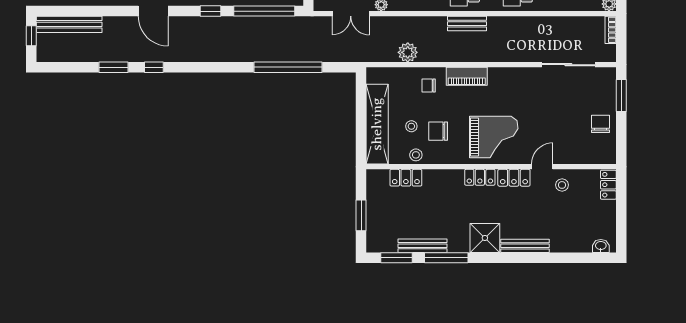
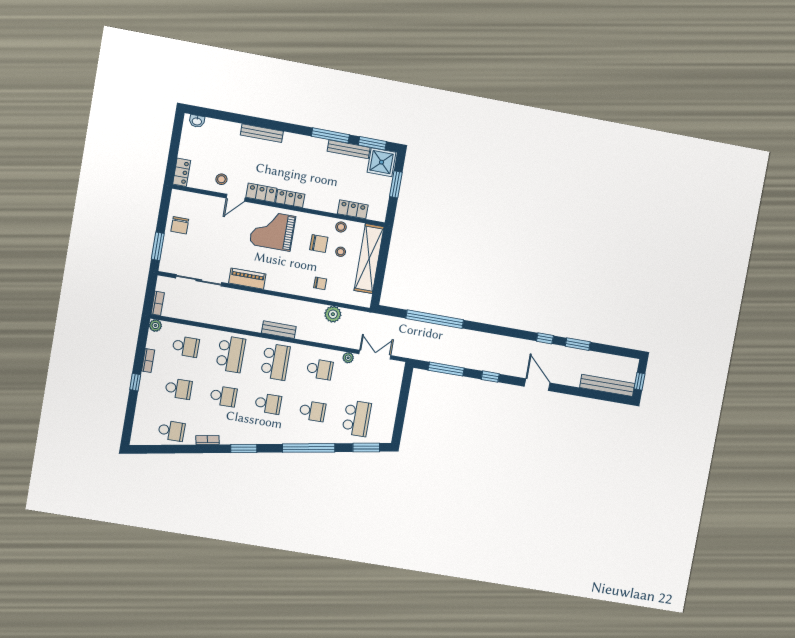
window: (264, 11) -> (446, 369), width x0.68
piano: (467, 76) -> (247, 279), moved
shower: (485, 238) -> (382, 162), moved

